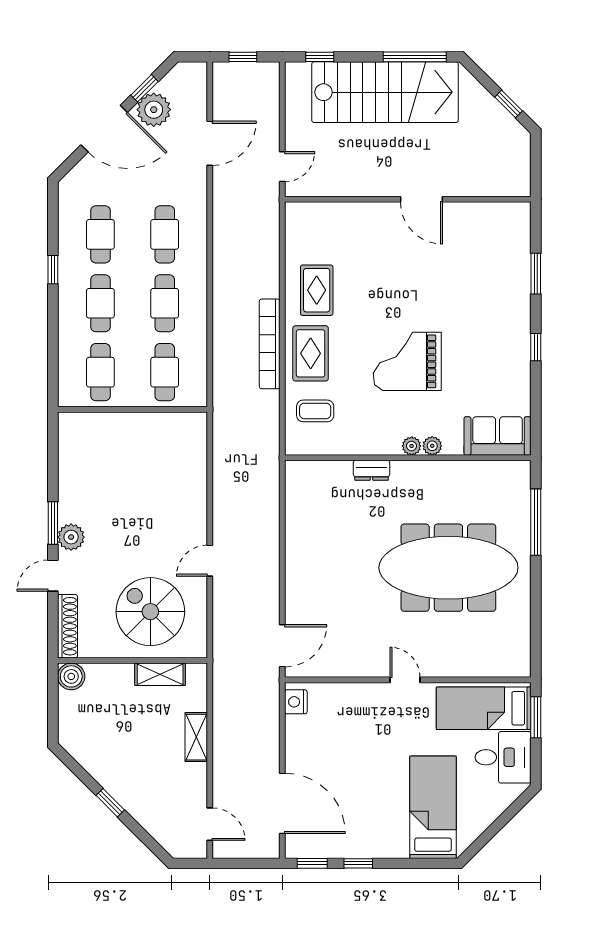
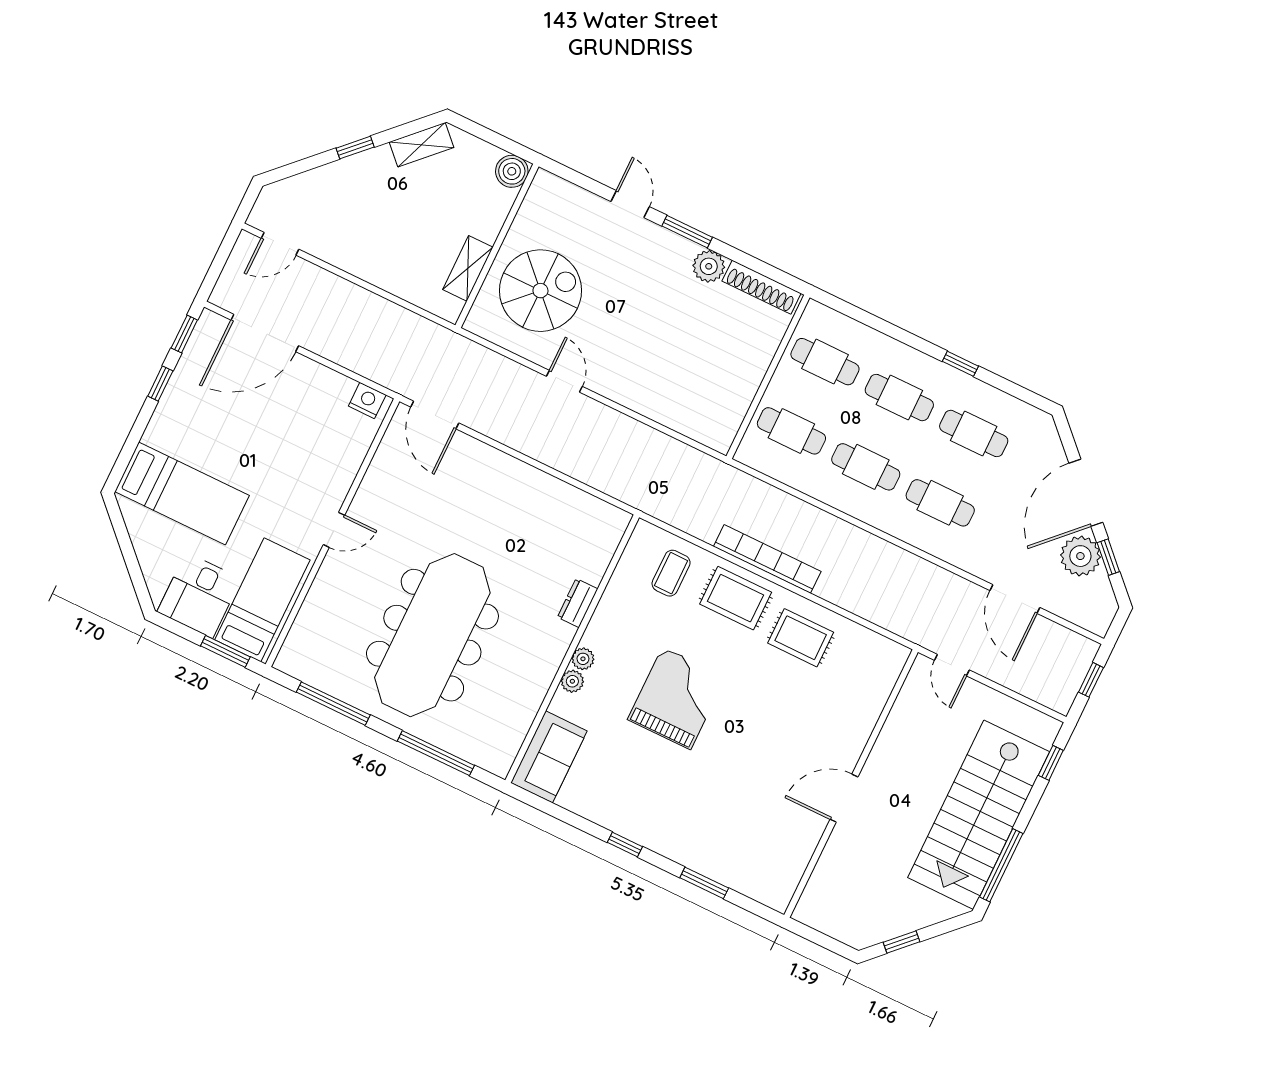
plant: (71, 537) -> (709, 266), moved
window: (536, 617) -> (333, 704), added
shoe rack: (68, 626) -> (762, 287), moved
shelving: (196, 737) -> (421, 145), moved, turned -45

